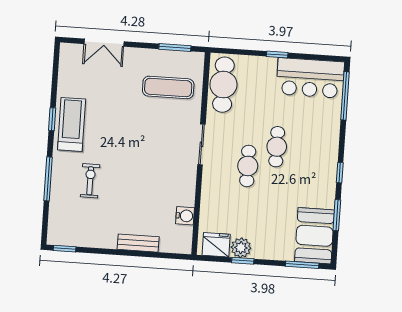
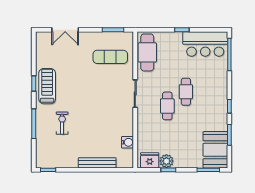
bench: (138, 243) -> (97, 163), width x1.36

